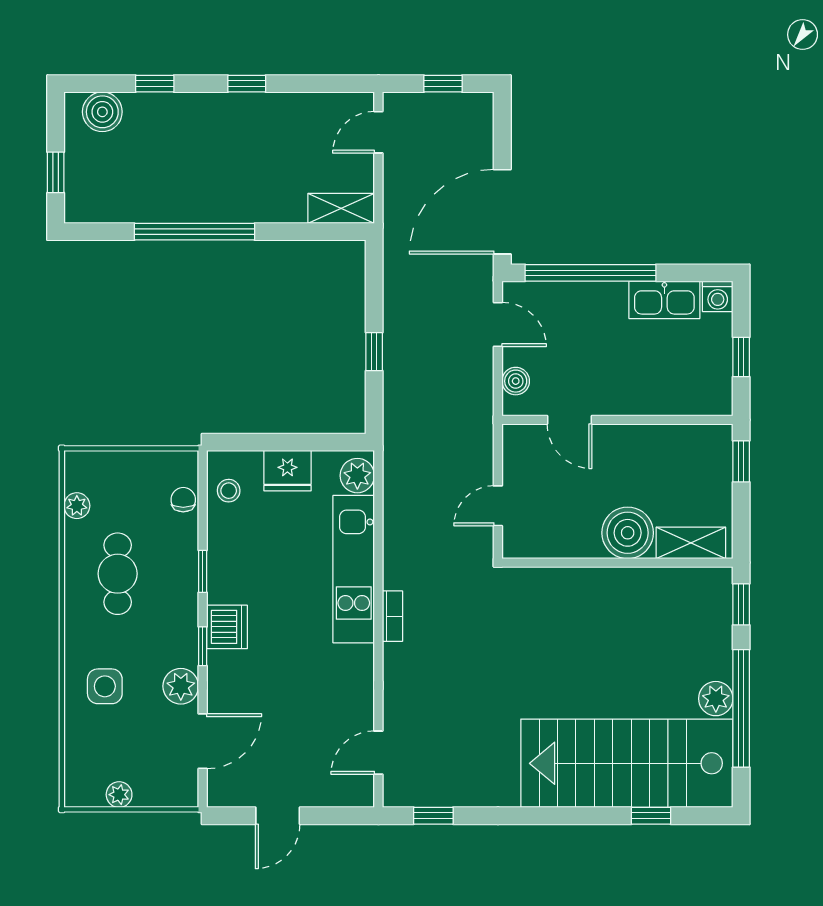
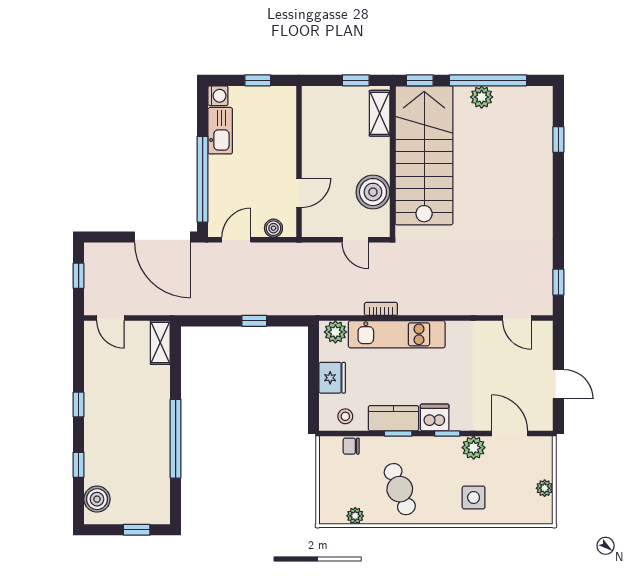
window: (741, 461) -> (356, 80), moved
boiler: (628, 533) -> (373, 192), moved
kitchen counter: (226, 564) -> (393, 418), added
cafe table: (118, 574) -> (400, 489), turned 69
bookcase: (393, 616) -> (381, 309), moved
stairs: (627, 763) -> (424, 155), moved, turned 180

